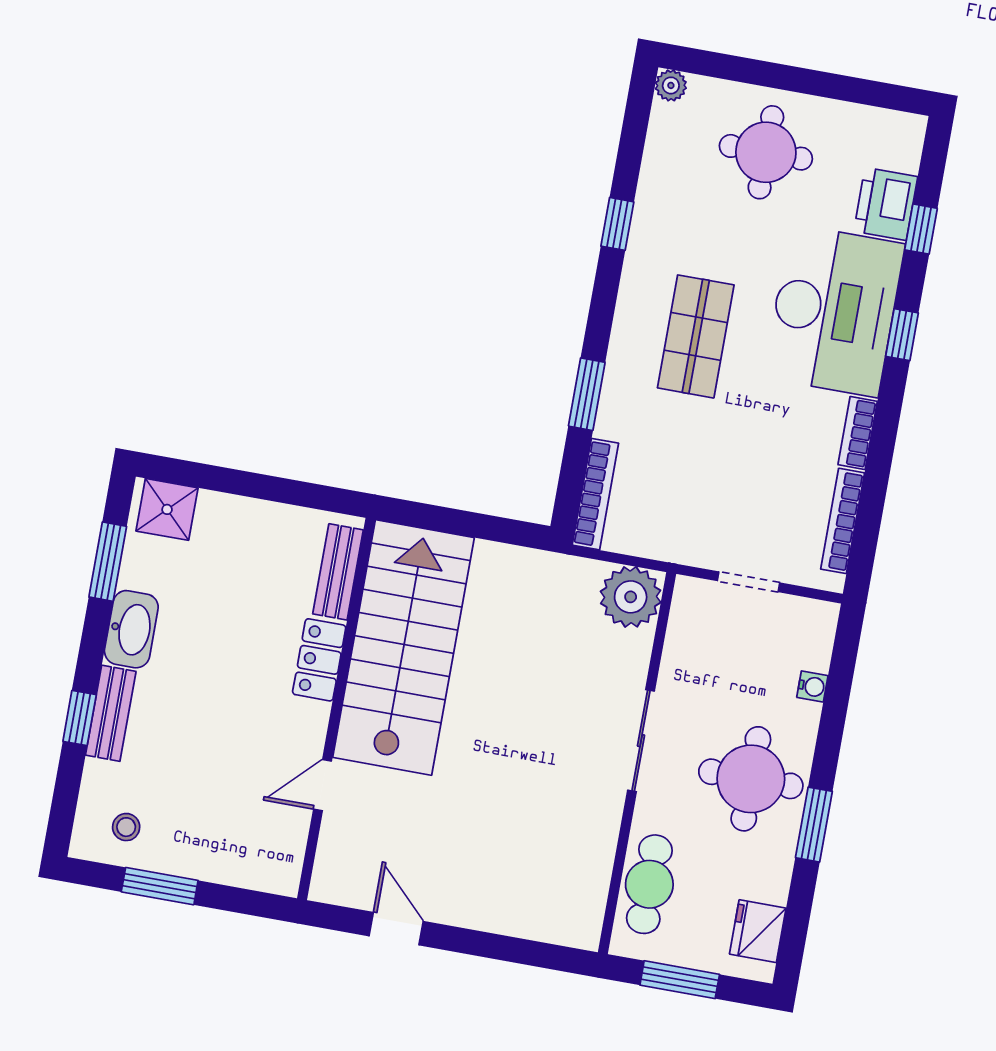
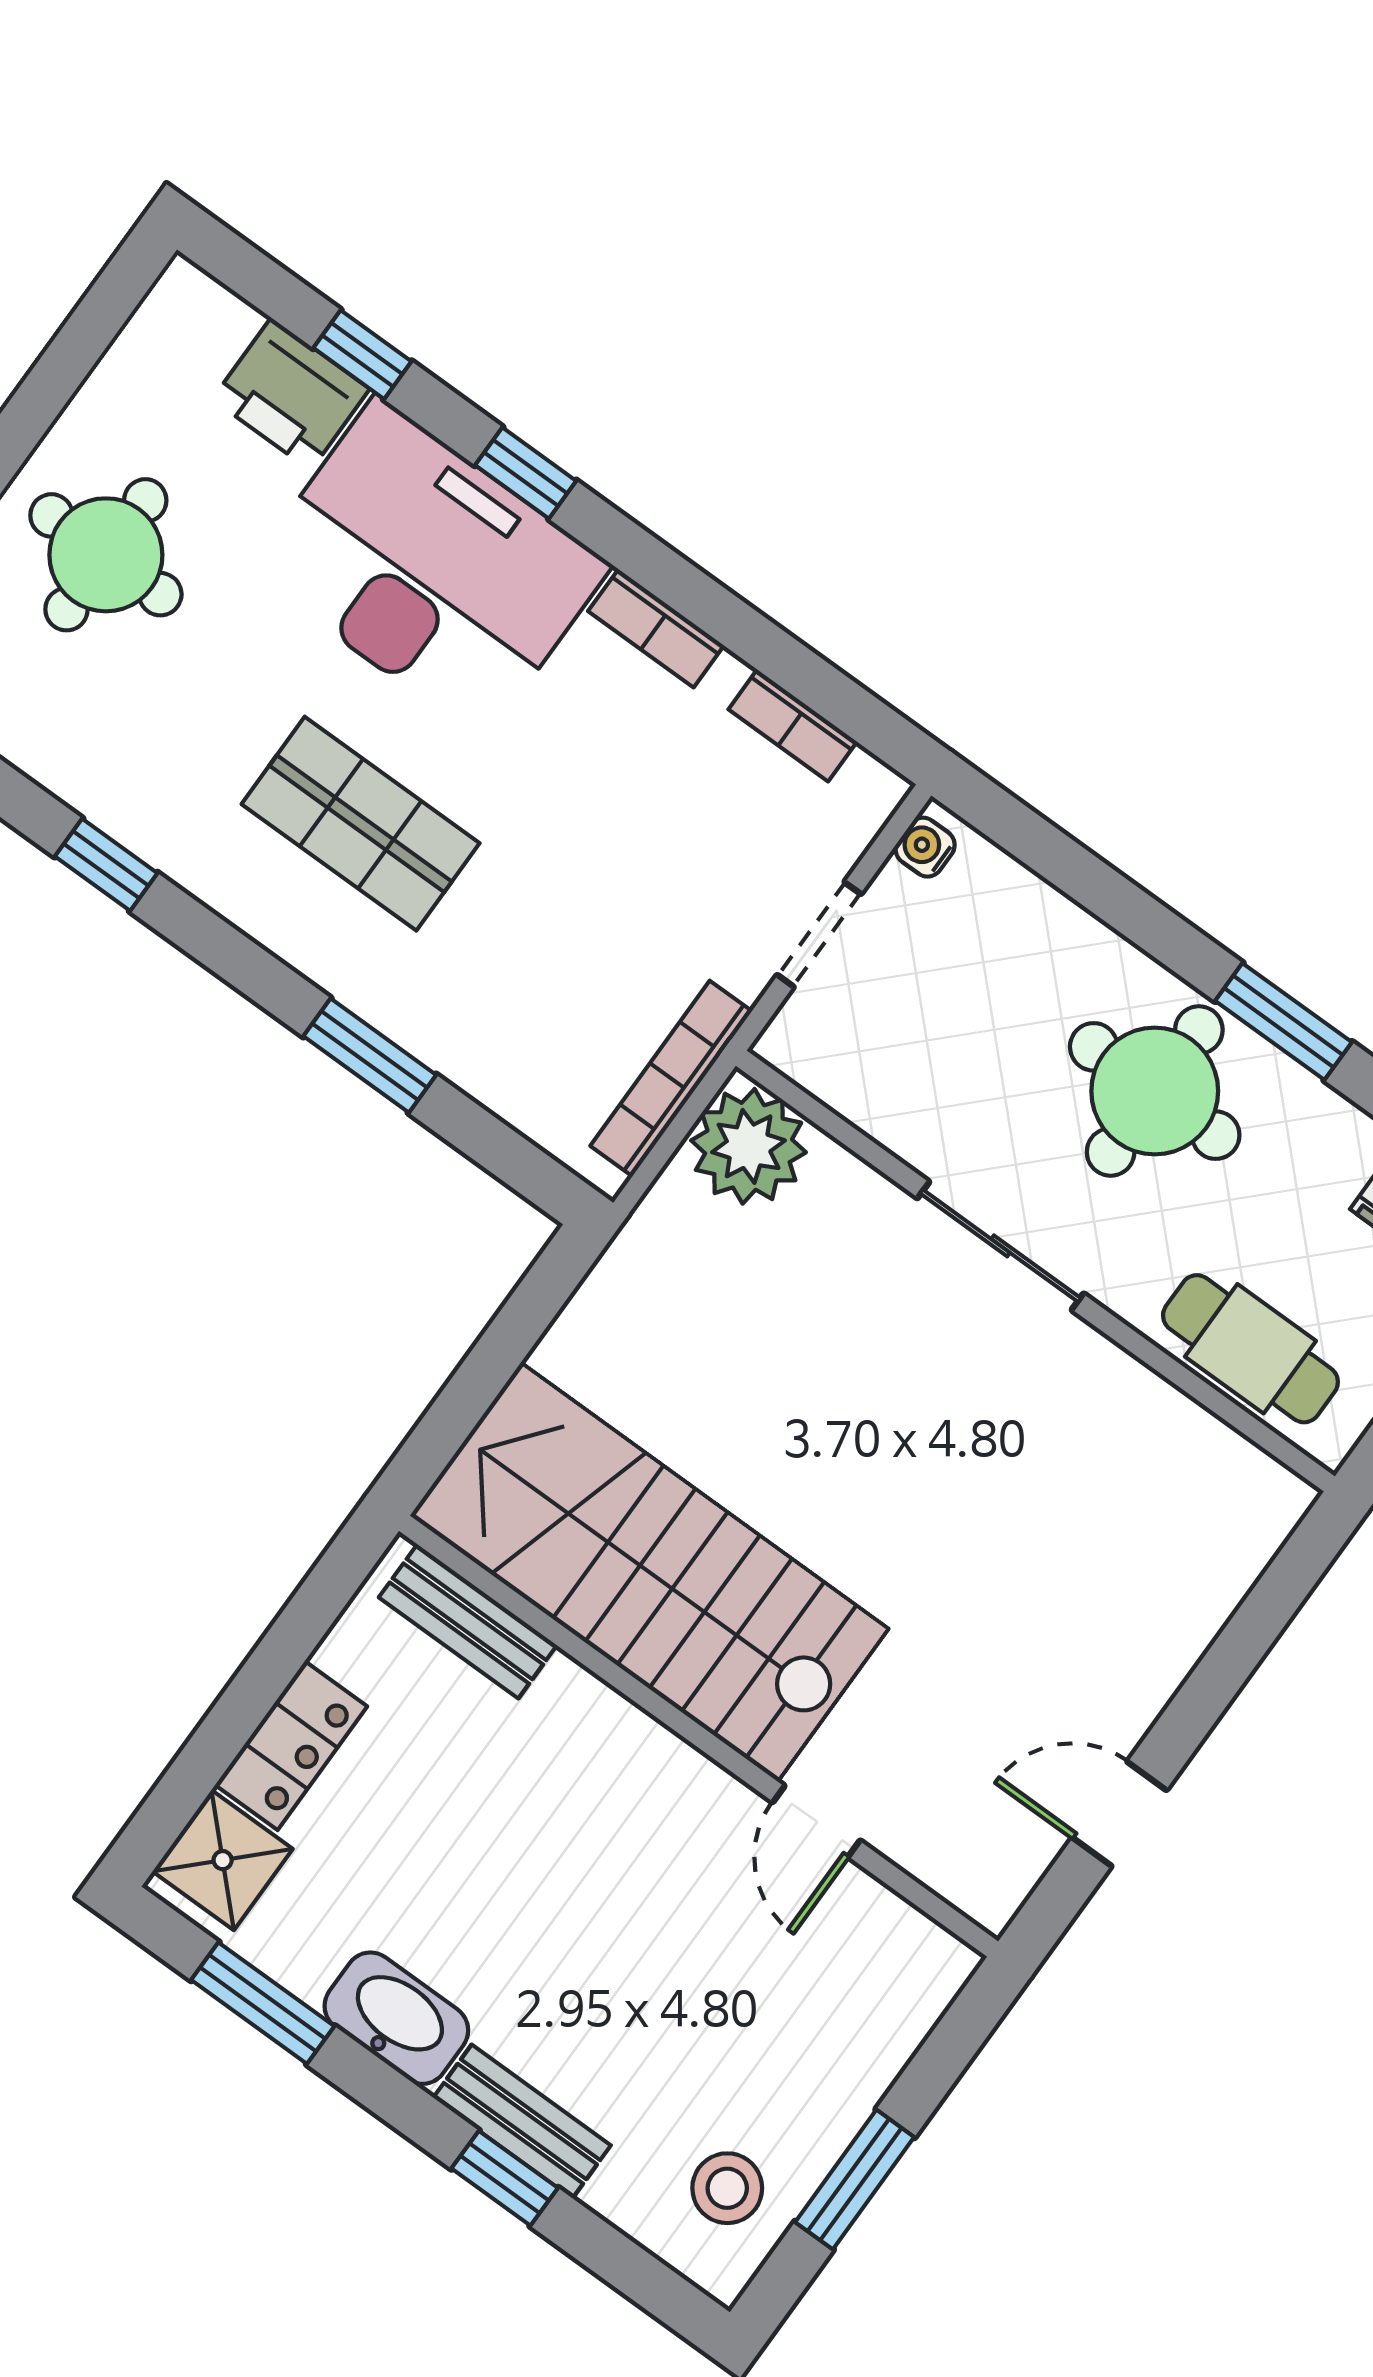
bookcase: (595, 494) -> (671, 1078), moved, turned -90
bookcase: (843, 521) -> (793, 725), width x0.64
locker: (319, 660) -> (291, 1746), moved, turned -90
water cooler: (812, 687) -> (925, 847), moved, turned -90
stool: (126, 827) -> (727, 2188), width x1.37, depth x1.37

